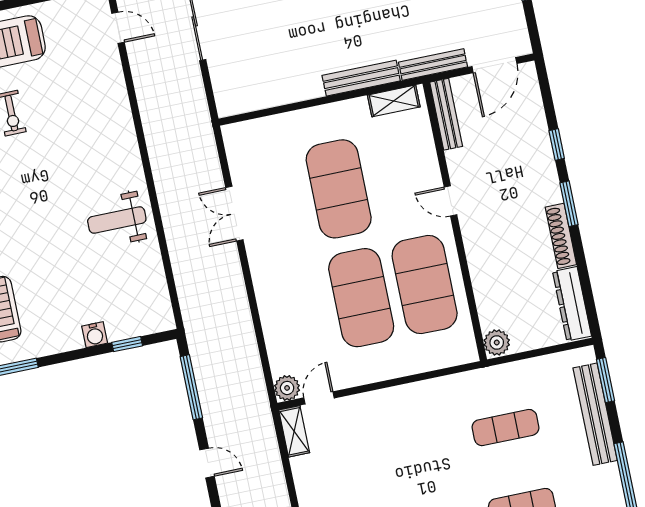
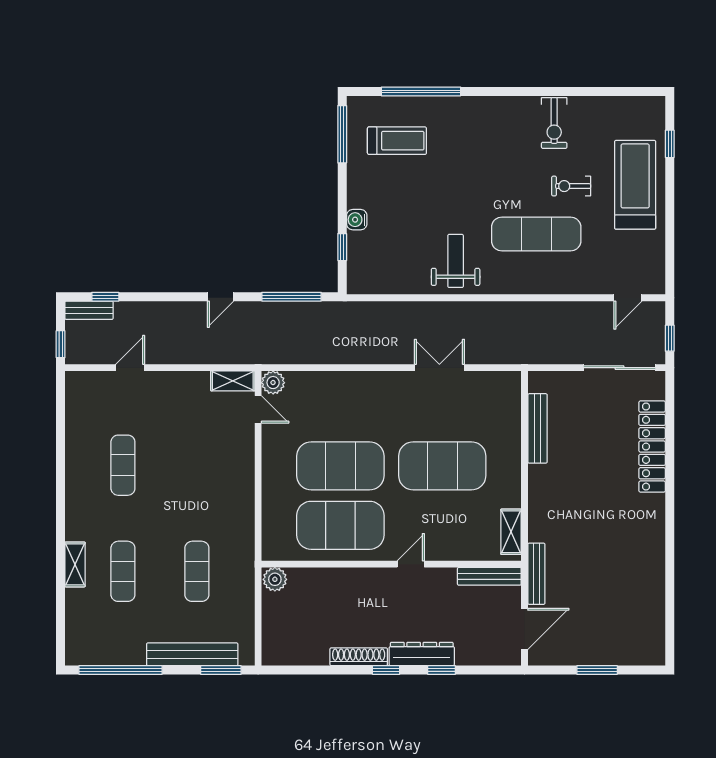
door: (494, 65) -> (524, 629), swing flipped
bench: (361, 78) -> (537, 428), moved
exercise mat: (70, 140) -> (536, 234), added
window: (569, 204) -> (386, 670), width x0.67
dresser: (572, 304) -> (422, 654), moved

